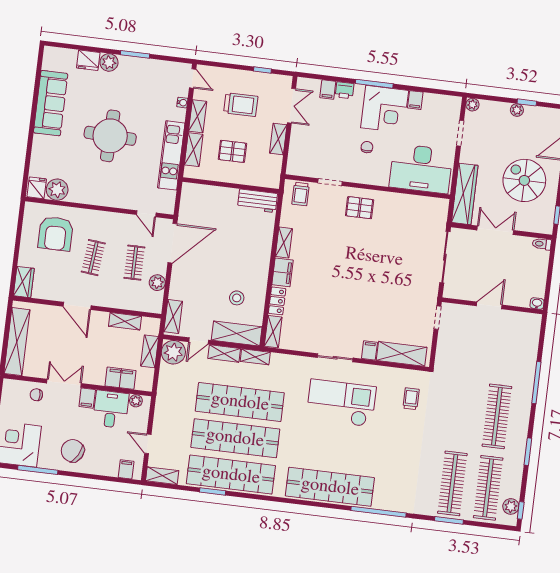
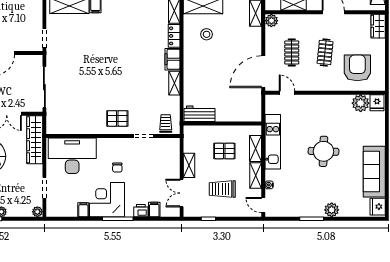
fridge: (88, 60) -> (378, 207), moved, turned -90
round table: (110, 136) -> (323, 151), width x0.73, depth x0.73
plant: (157, 283) -> (271, 21), moved

